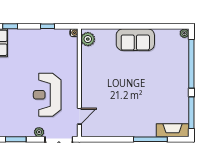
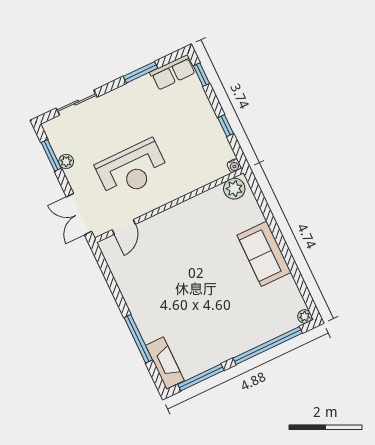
reception desk: (47, 95) -> (132, 169), turned 180
door: (79, 116) -> (124, 227), hinge flipped
plant: (39, 132) -> (66, 161), moved

